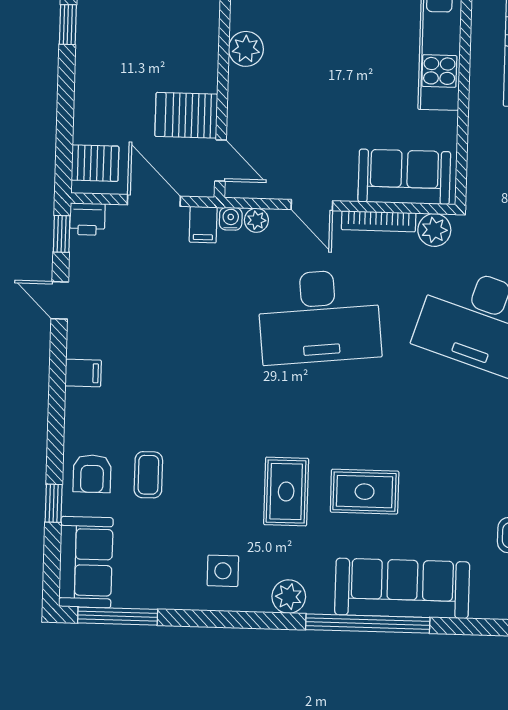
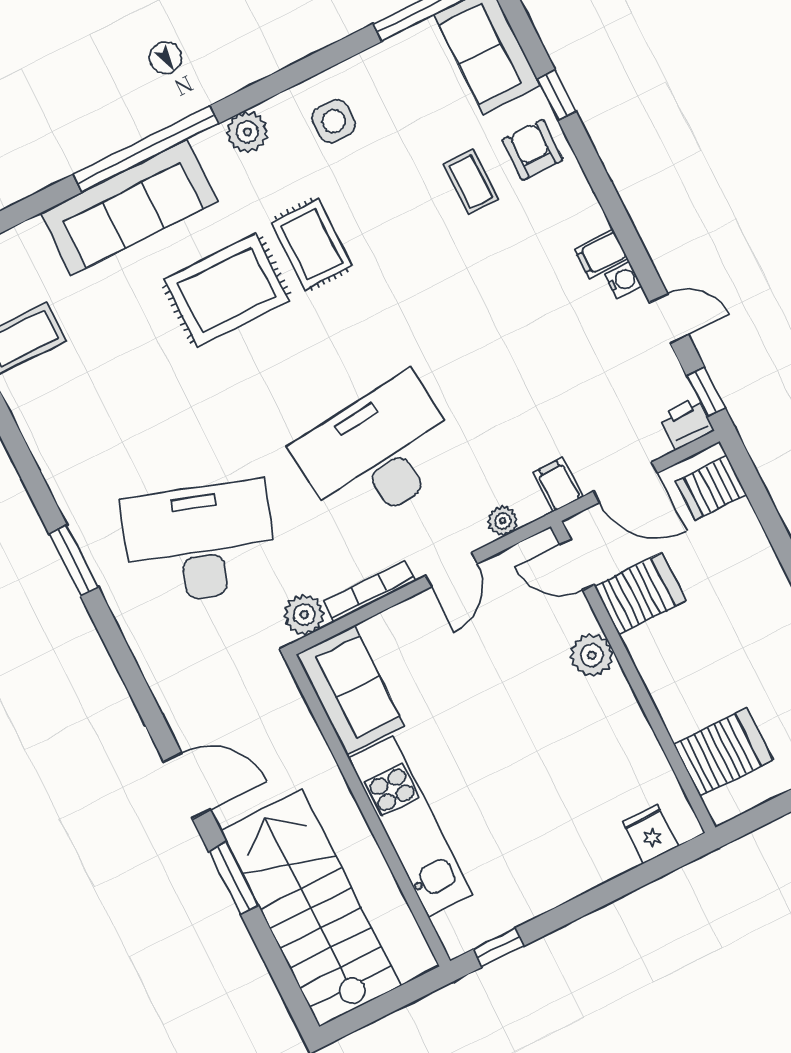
plant: (246, 49) -> (592, 655), moved
sofa: (404, 177) -> (350, 690), moved, turned -90
door: (312, 205) -> (451, 570), swing flipped
water cooler: (231, 219) -> (623, 280), moved, turned -90
rug: (365, 492) -> (227, 290), width x1.36, depth x1.43

